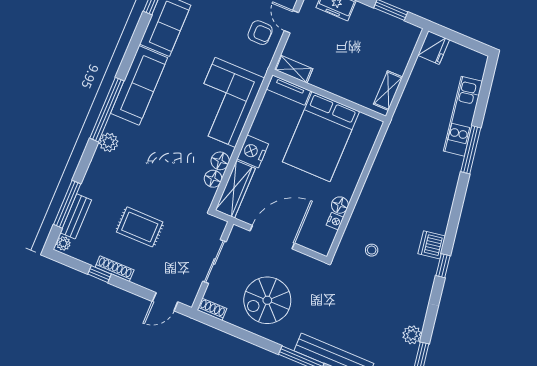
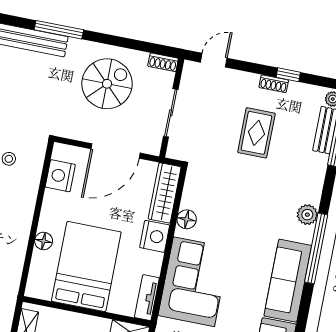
tv unit: (289, 90) -> (147, 298), moved, turned -90
floor lamp: (213, 179) -> (190, 199), removed
floor lamp: (340, 205) -> (44, 241), moved
nightstand: (335, 221) -> (60, 176), width x1.89, depth x1.79
rug: (140, 227) -> (256, 133), turned 90
shoe rack: (115, 269) -> (274, 84), width x0.70

